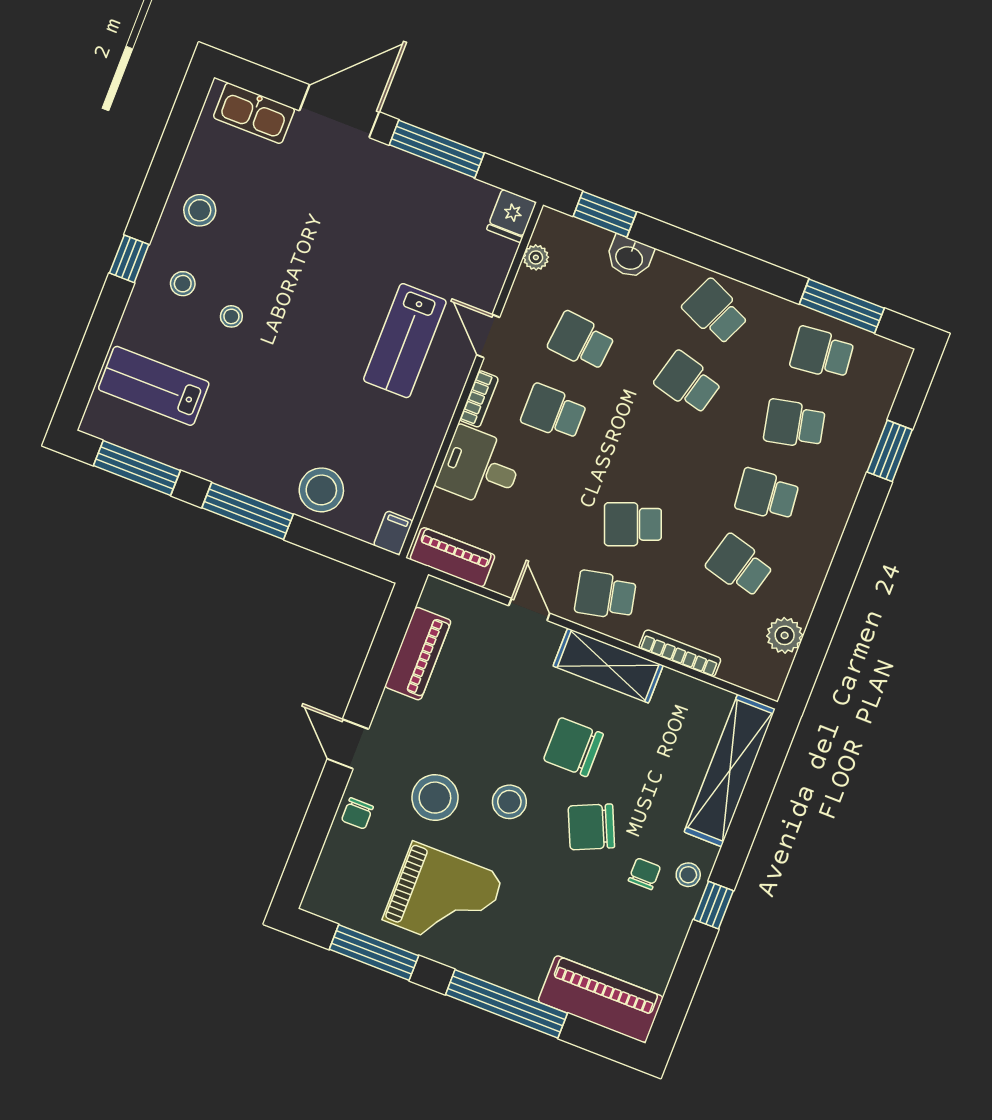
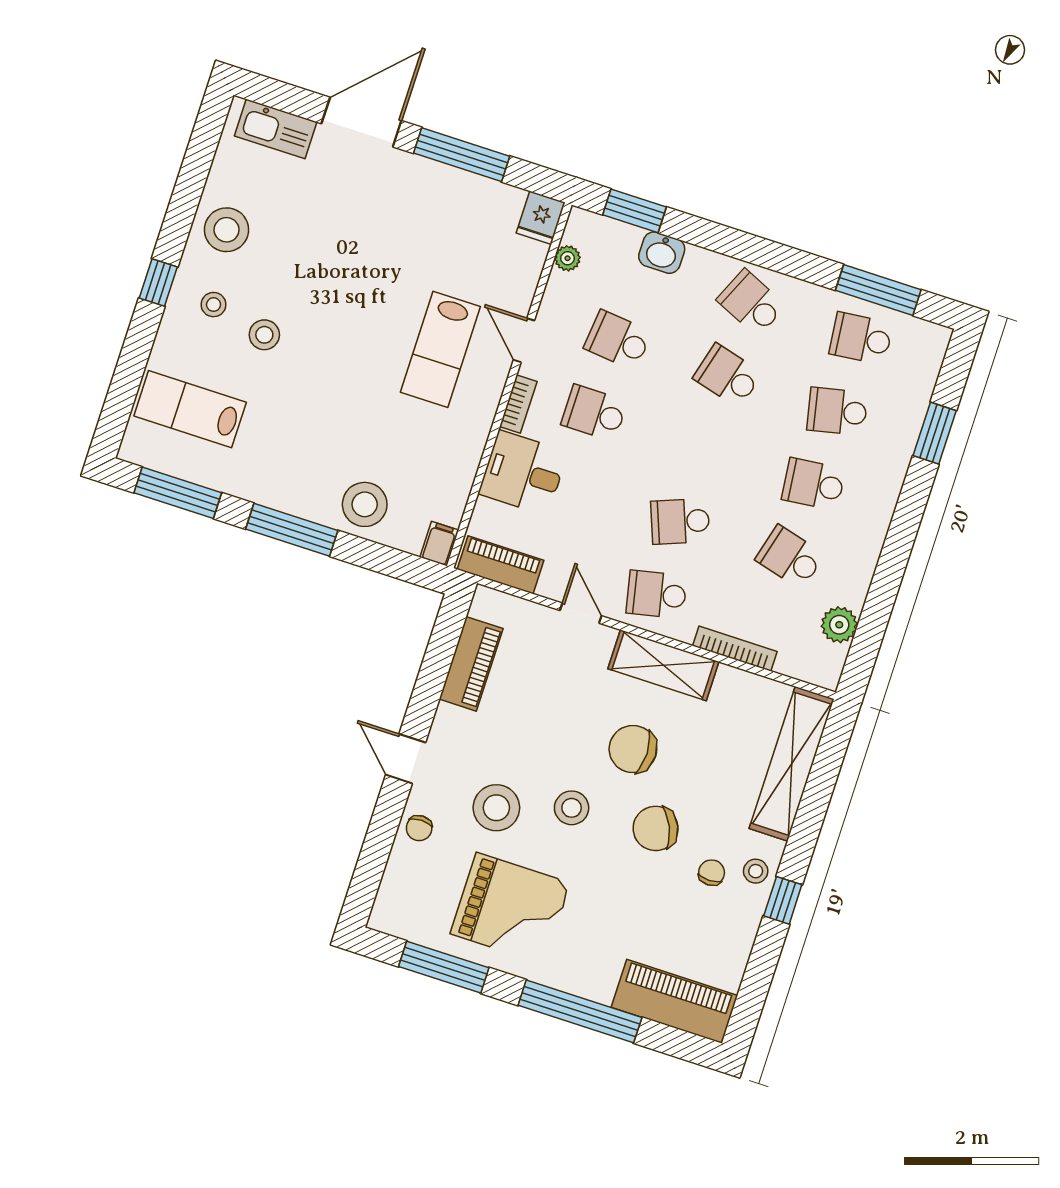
stool: (200, 210) -> (227, 230), width x1.38, depth x1.38
stool: (231, 316) -> (264, 335), width x1.37, depth x1.37

